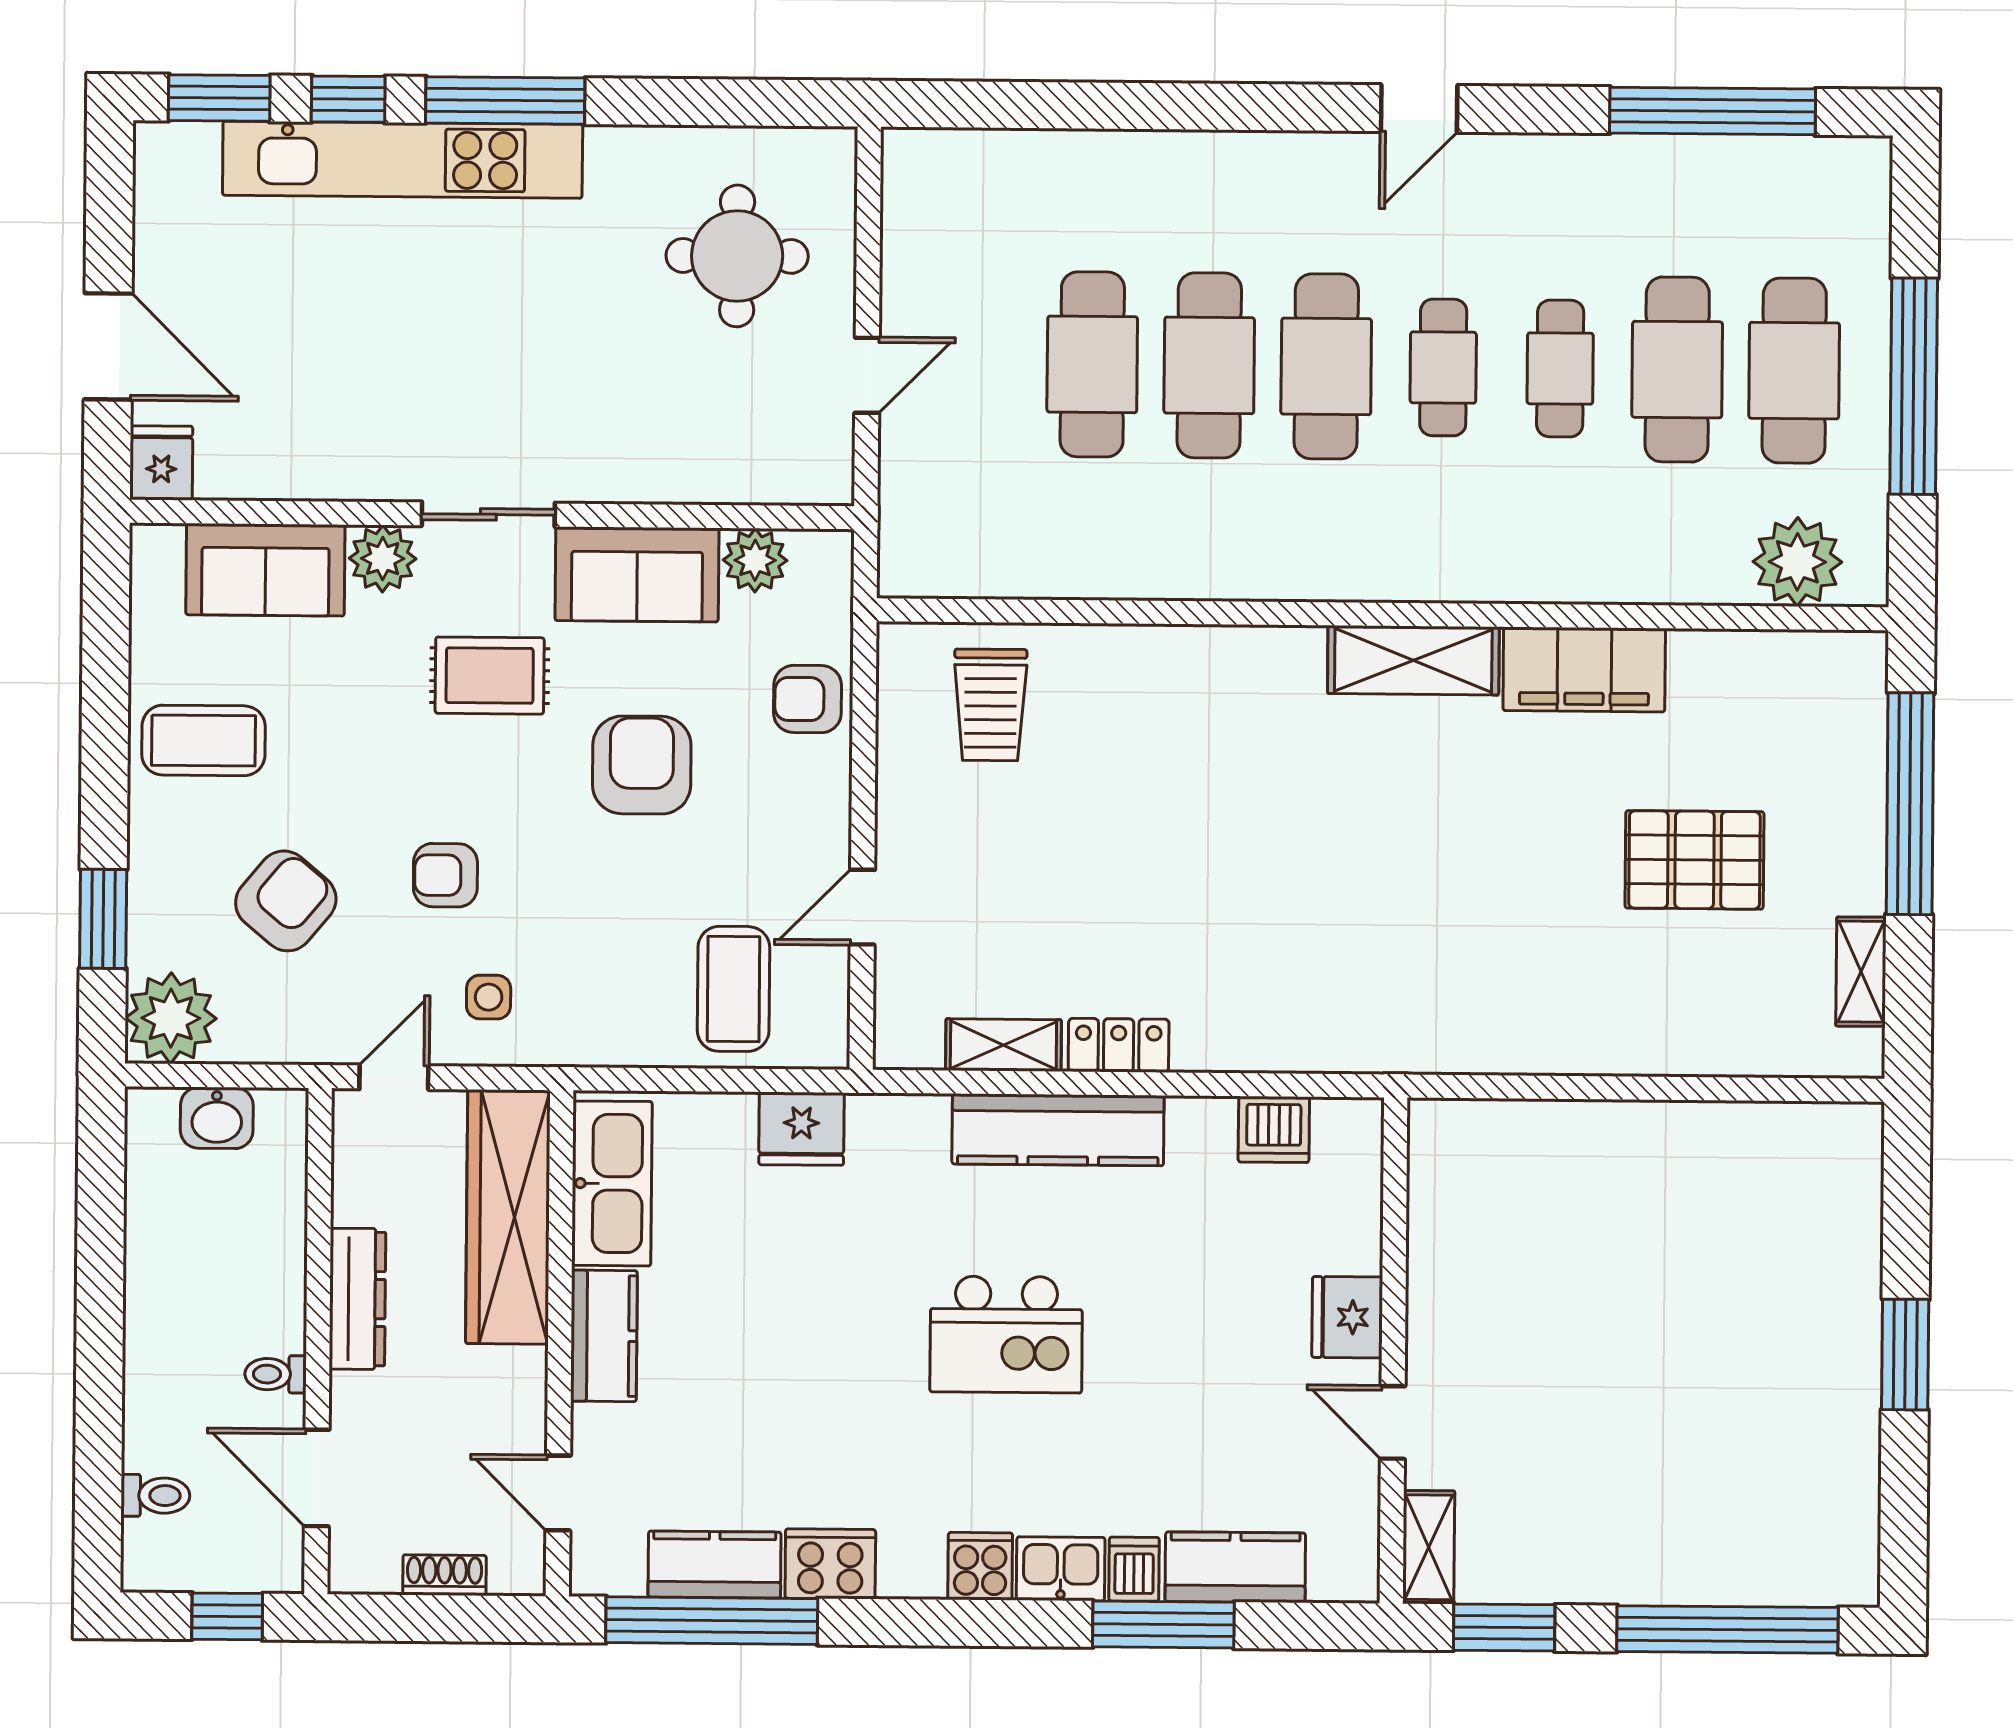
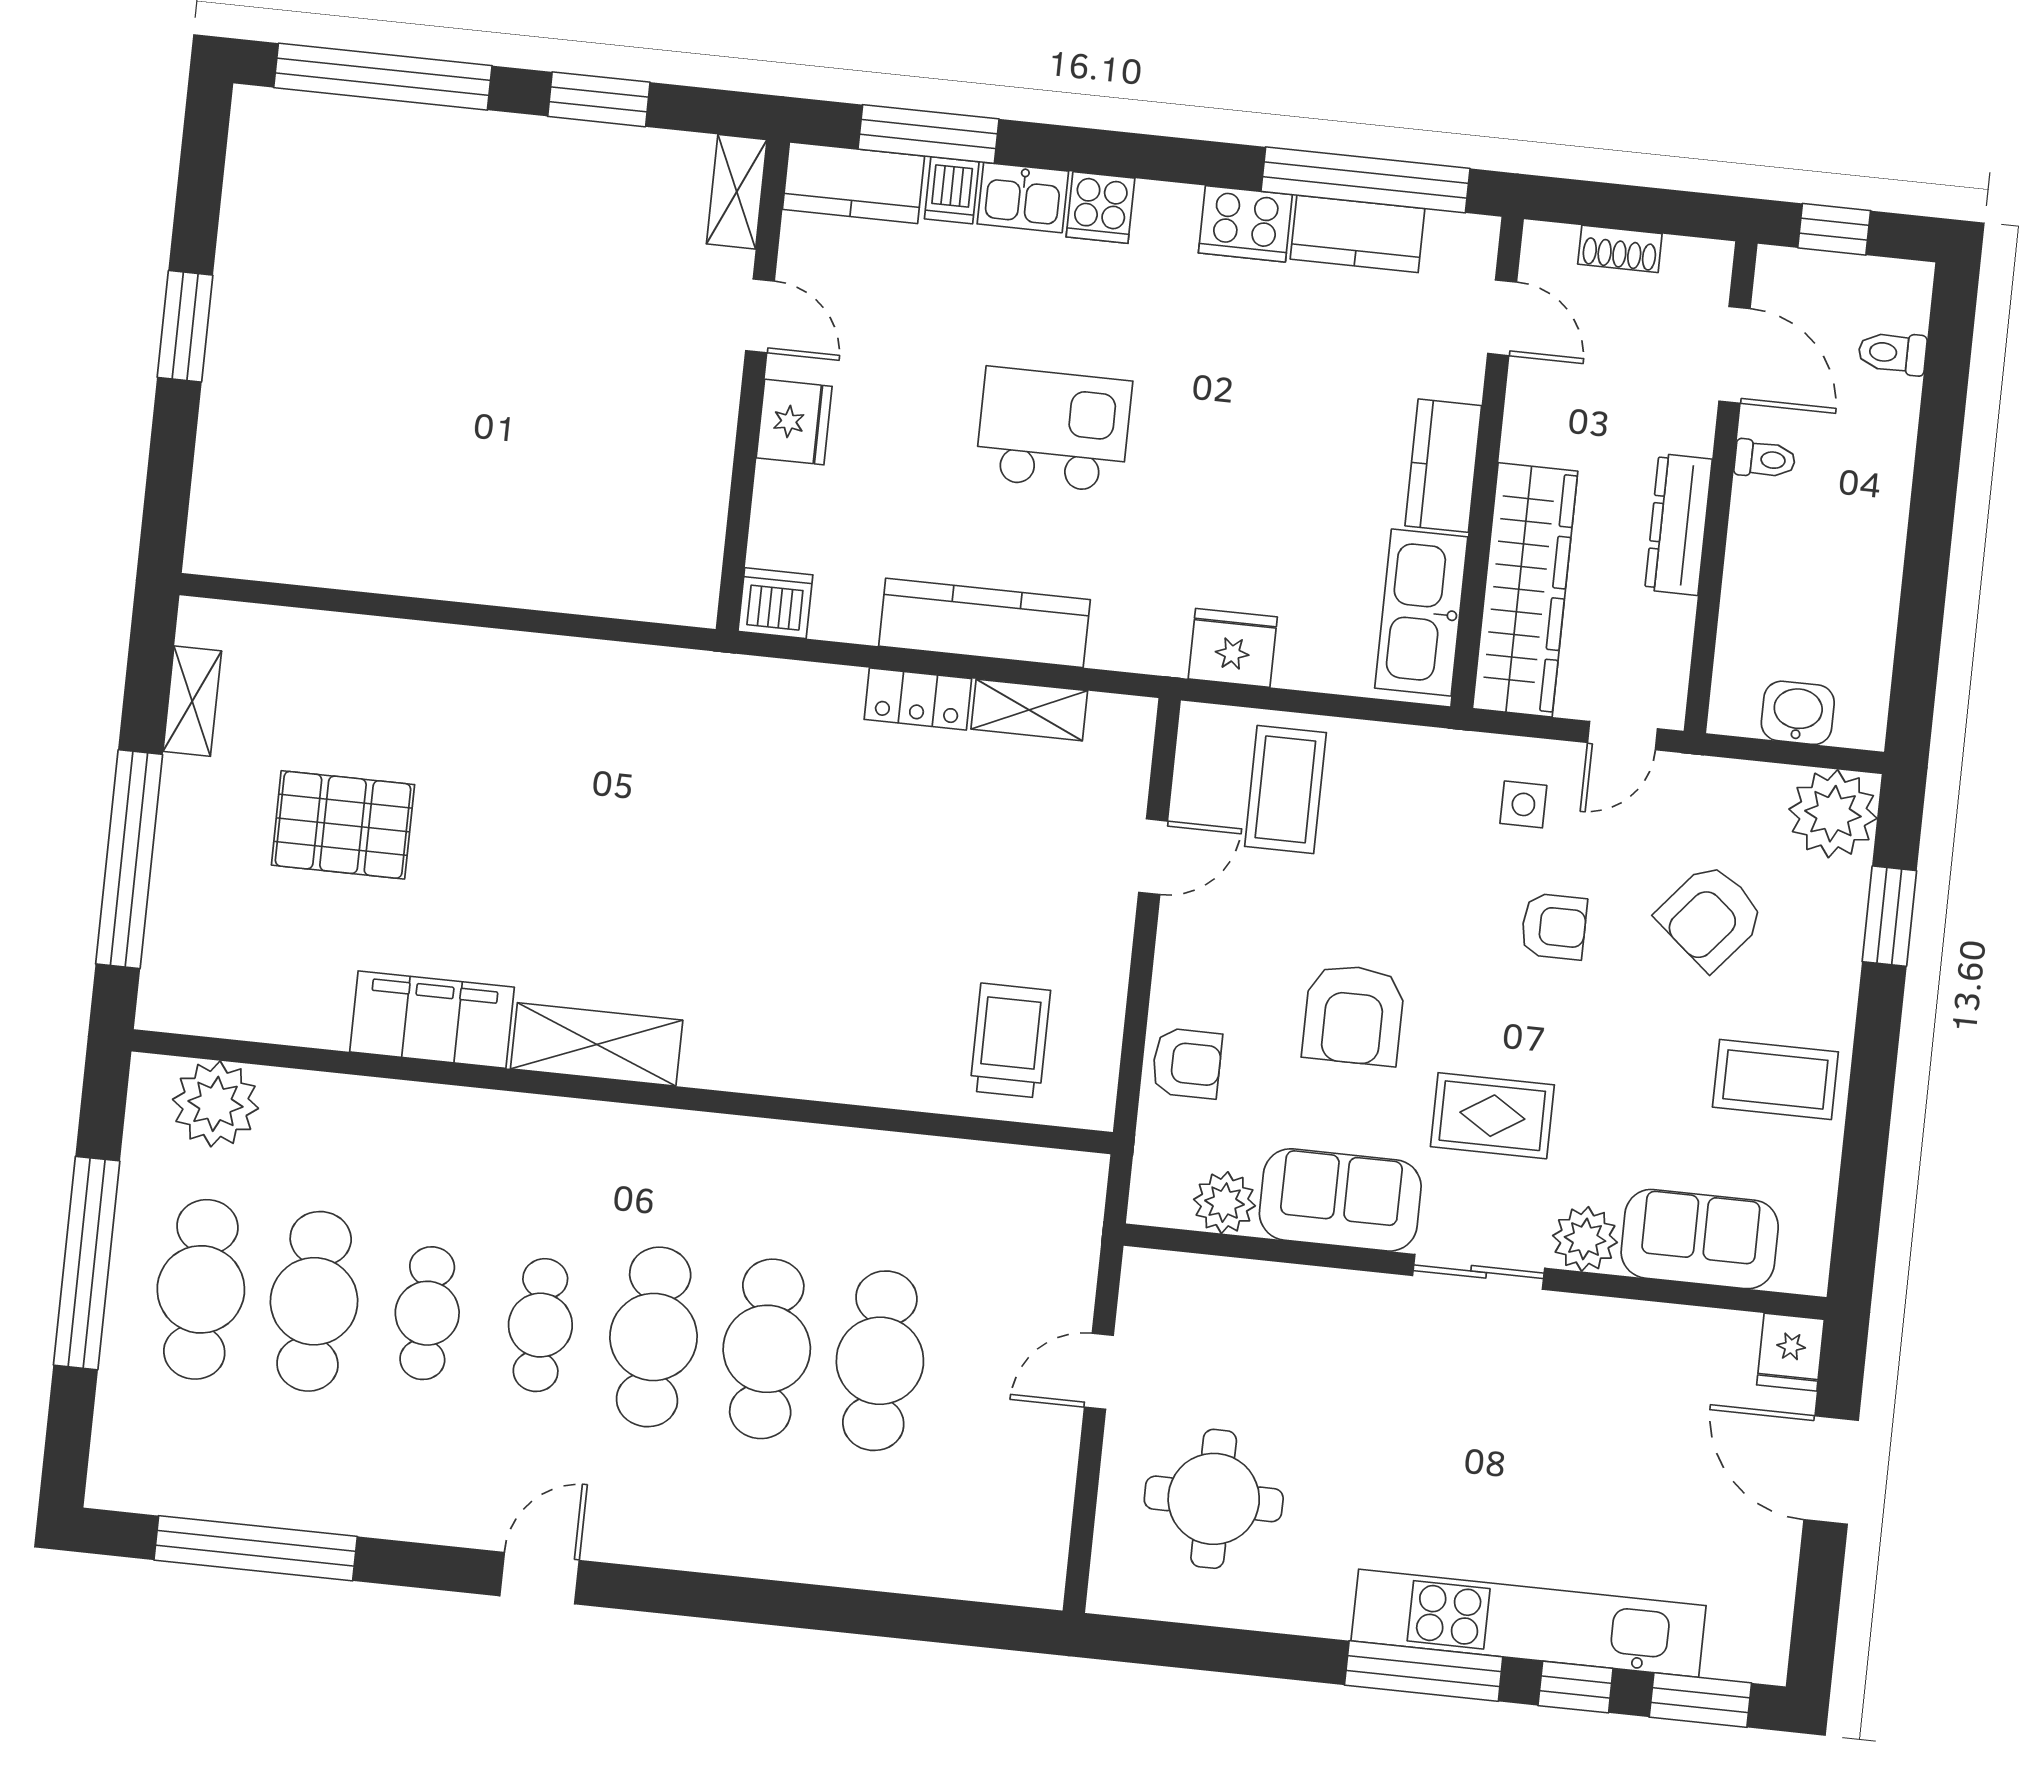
fridge: (1347, 1317) -> (794, 422), moved
wall: (1393, 1351) -> (753, 386), moved
door: (1393, 1422) -> (760, 316), moved
shelving: (1429, 1547) -> (737, 192), moved

